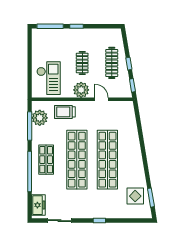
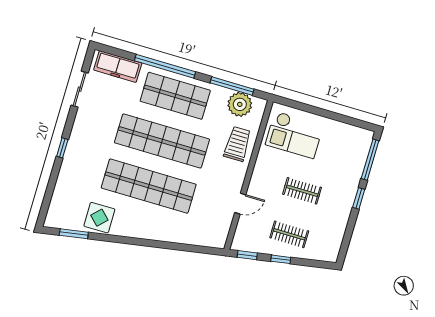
clothes rail: (112, 63) -> (289, 234), width x0.73
plant: (81, 90) -> (263, 178), removed
shop shelf: (46, 160) -> (175, 96), width x1.43, depth x1.36
display table: (135, 196) -> (99, 218), moved
freezer: (38, 205) -> (118, 66), width x1.40

